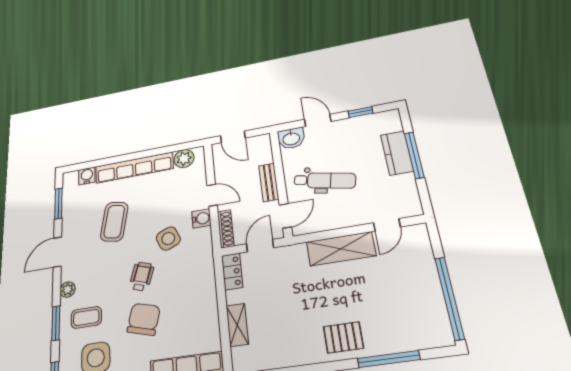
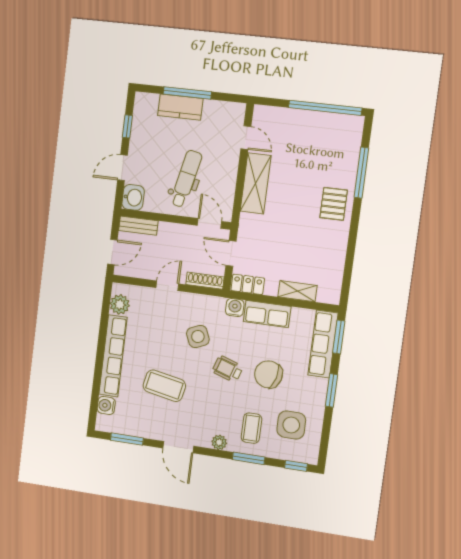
bench: (269, 182) -> (138, 226), moved
water cooler: (201, 218) -> (235, 308), moved
row of seats: (206, 300) -> (267, 314), added

